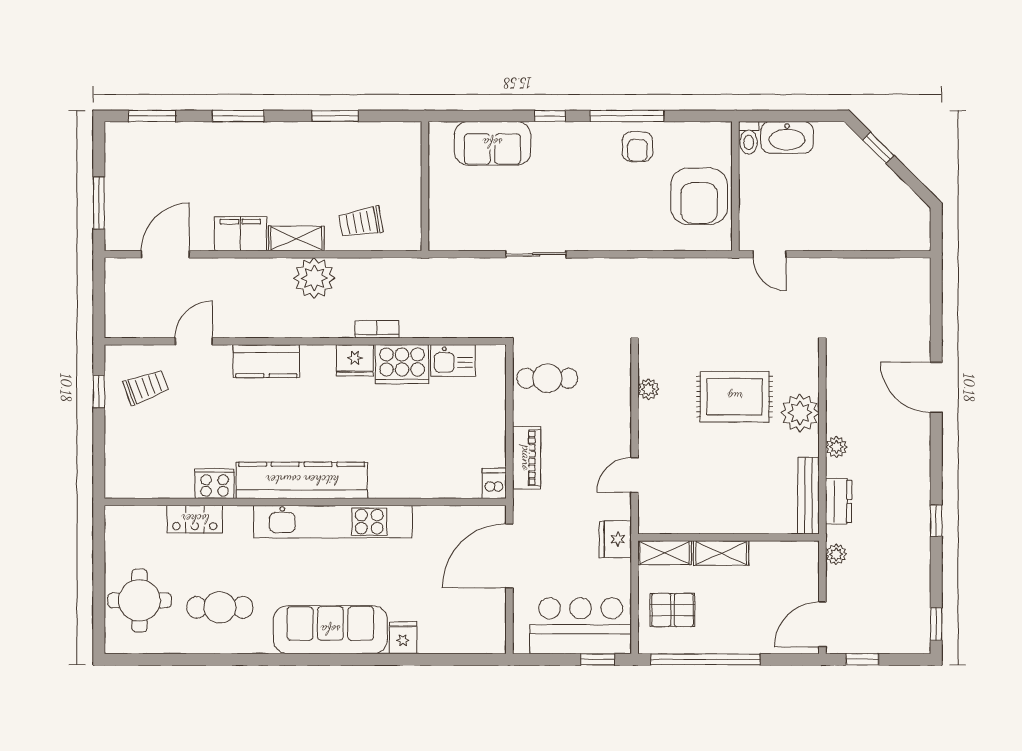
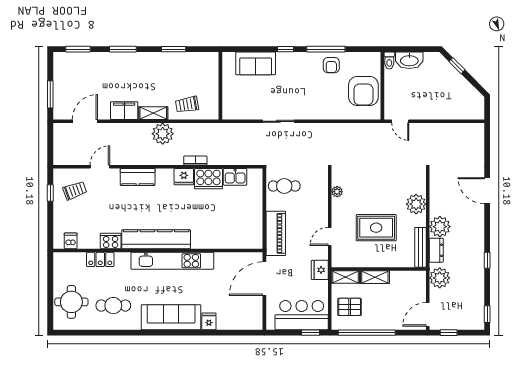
rug: (735, 397) -> (376, 228), moved
plant: (836, 447) -> (440, 227), width x1.88, depth x1.88
piano: (527, 458) -> (276, 233), width x1.37, depth x1.33
dishwasher: (494, 483) -> (71, 241), moved
plant: (836, 554) -> (440, 278), width x1.87, depth x1.87

